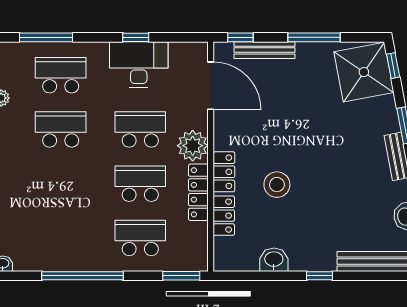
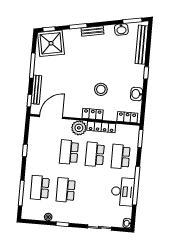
desk: (139, 64) -> (123, 192), moved, turned 180
locker: (224, 216) -> (127, 117), moved

